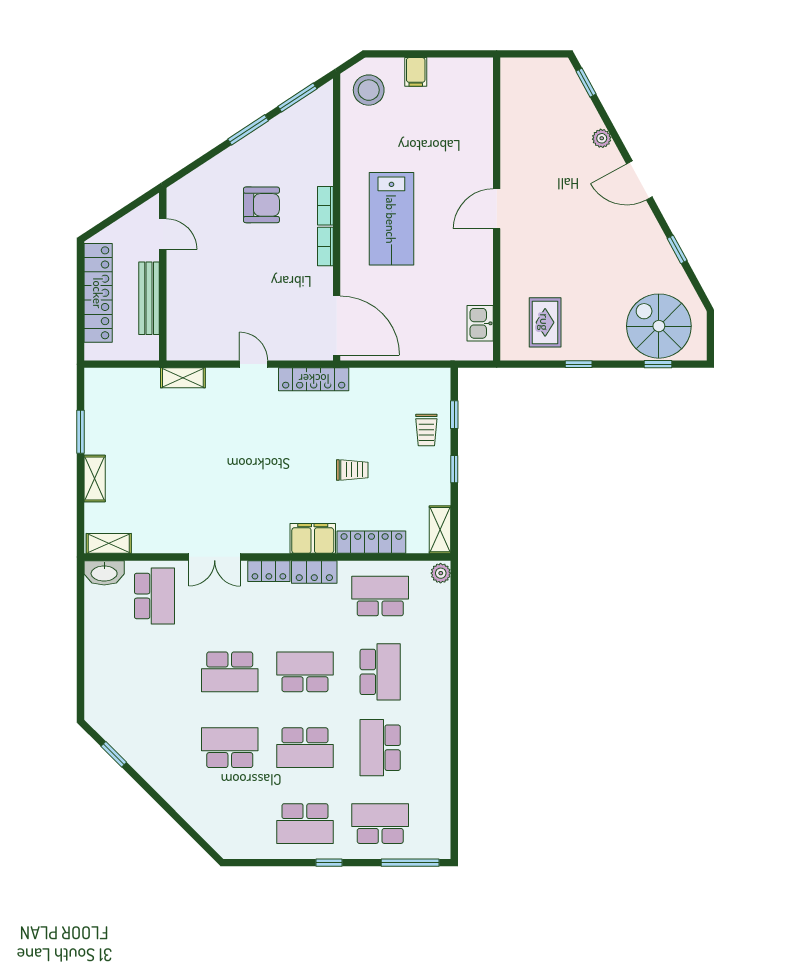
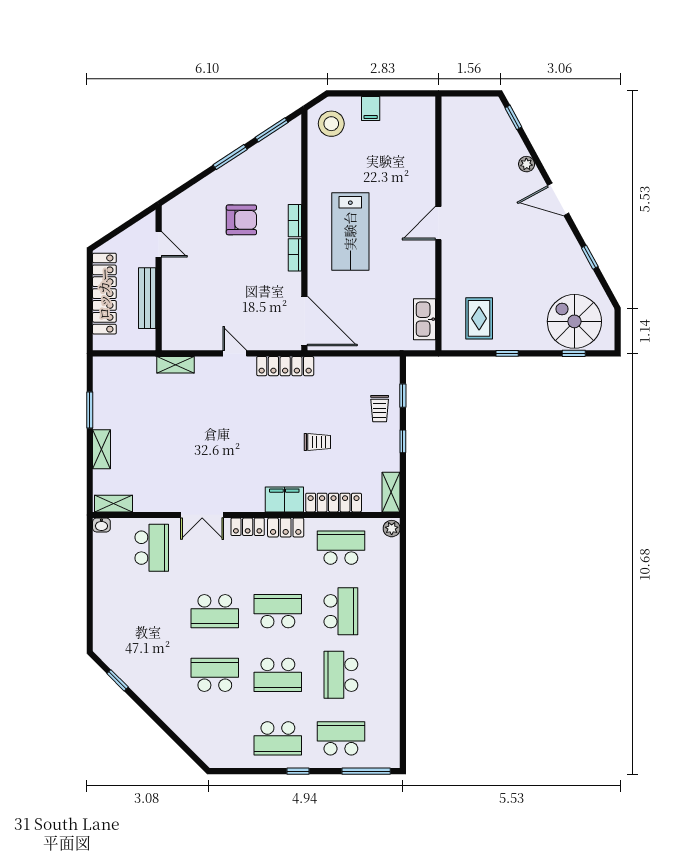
kitchen sink: (480, 323) -> (425, 319), width x1.38
washbasin: (104, 573) -> (101, 525), width x0.52, depth x0.69

